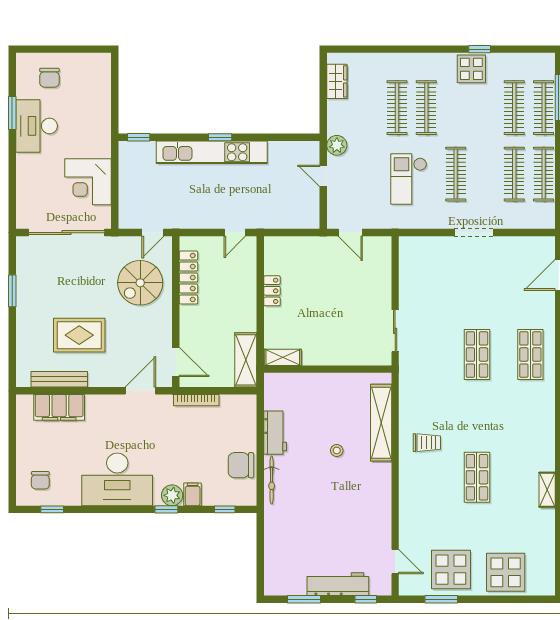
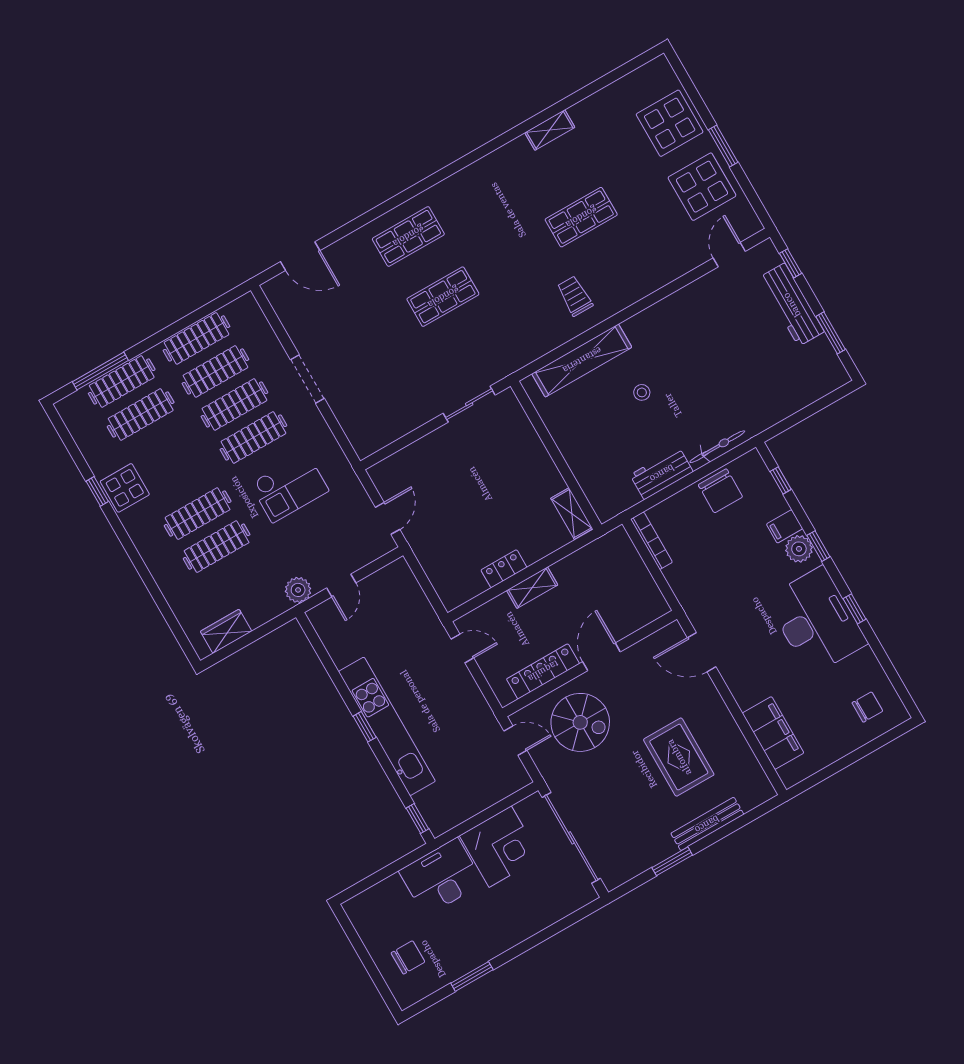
desk: (37, 126) -> (441, 877), moved, turned 180
clothes rail: (485, 174) -> (234, 404), added
shelving: (246, 360) -> (532, 588), moved, width x0.67, depth x0.75
door: (176, 362) -> (602, 657), moved
bench: (59, 379) -> (707, 824), moved, turned 90
bookcase: (196, 400) -> (652, 541), moved
window: (52, 509) -> (855, 609), moved
window: (441, 599) -> (723, 146), moved

